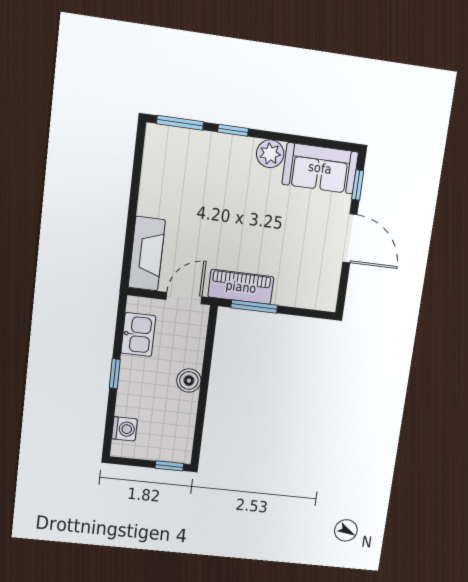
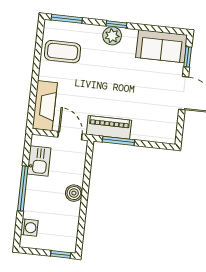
window: (233, 130) -> (116, 24), moved
plant: (270, 154) -> (112, 36), moved
coffee table: (174, 173) -> (63, 52), added
door: (184, 298) -> (70, 136), hinge flipped
window: (115, 374) -> (23, 188), width x2.17

